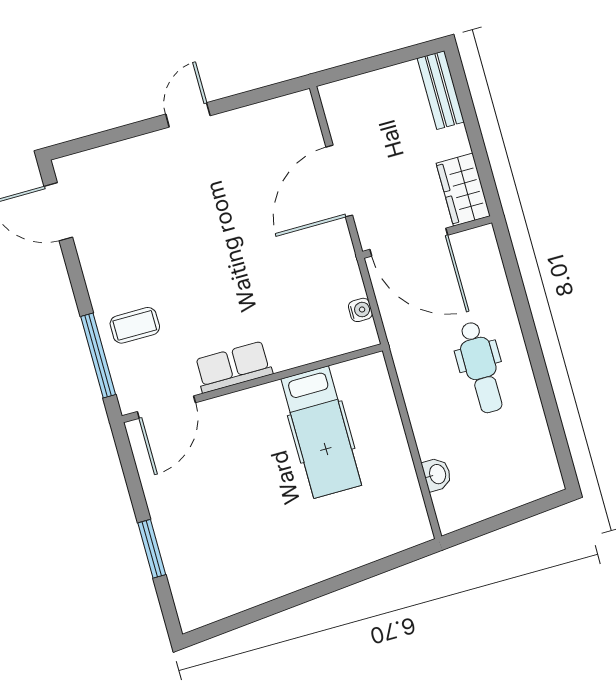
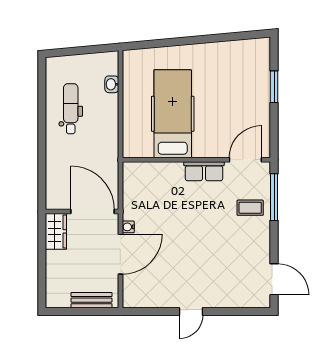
bench: (441, 90) -> (91, 300), moved, turned 90
water cooler: (360, 310) -> (128, 227), moved
dental chair: (481, 367) -> (71, 109), moved
hospital bed: (321, 432) -> (173, 114), width x1.37, depth x1.29

